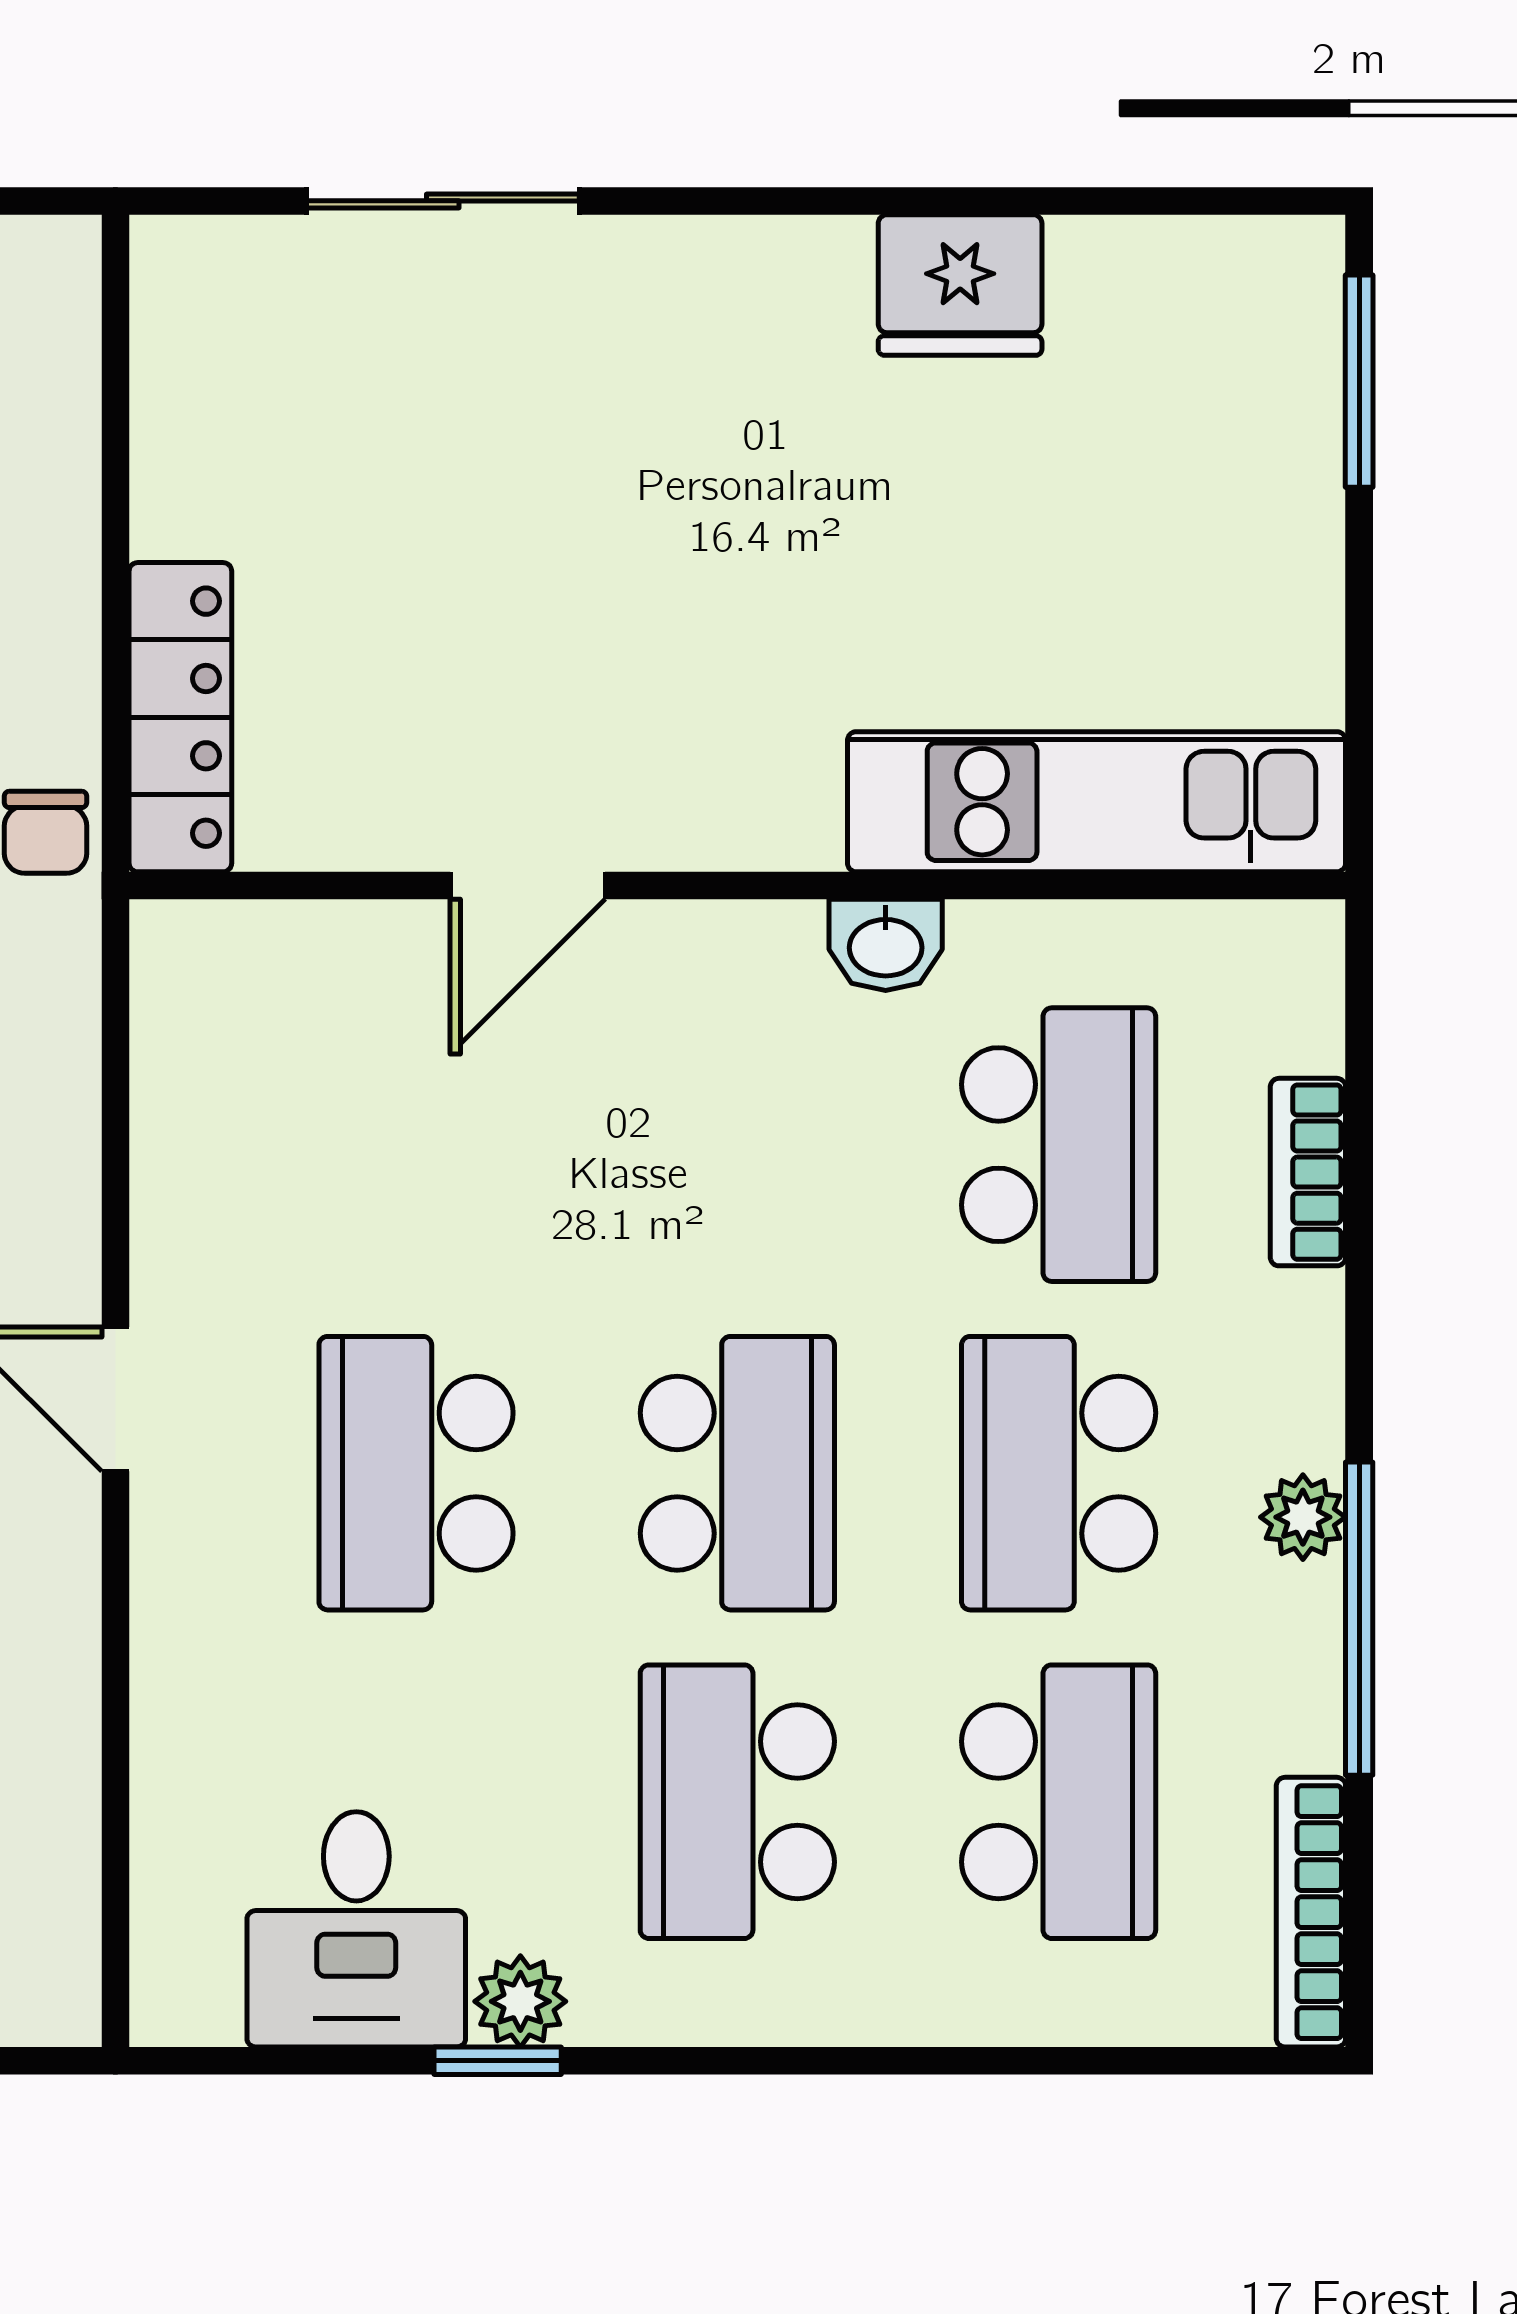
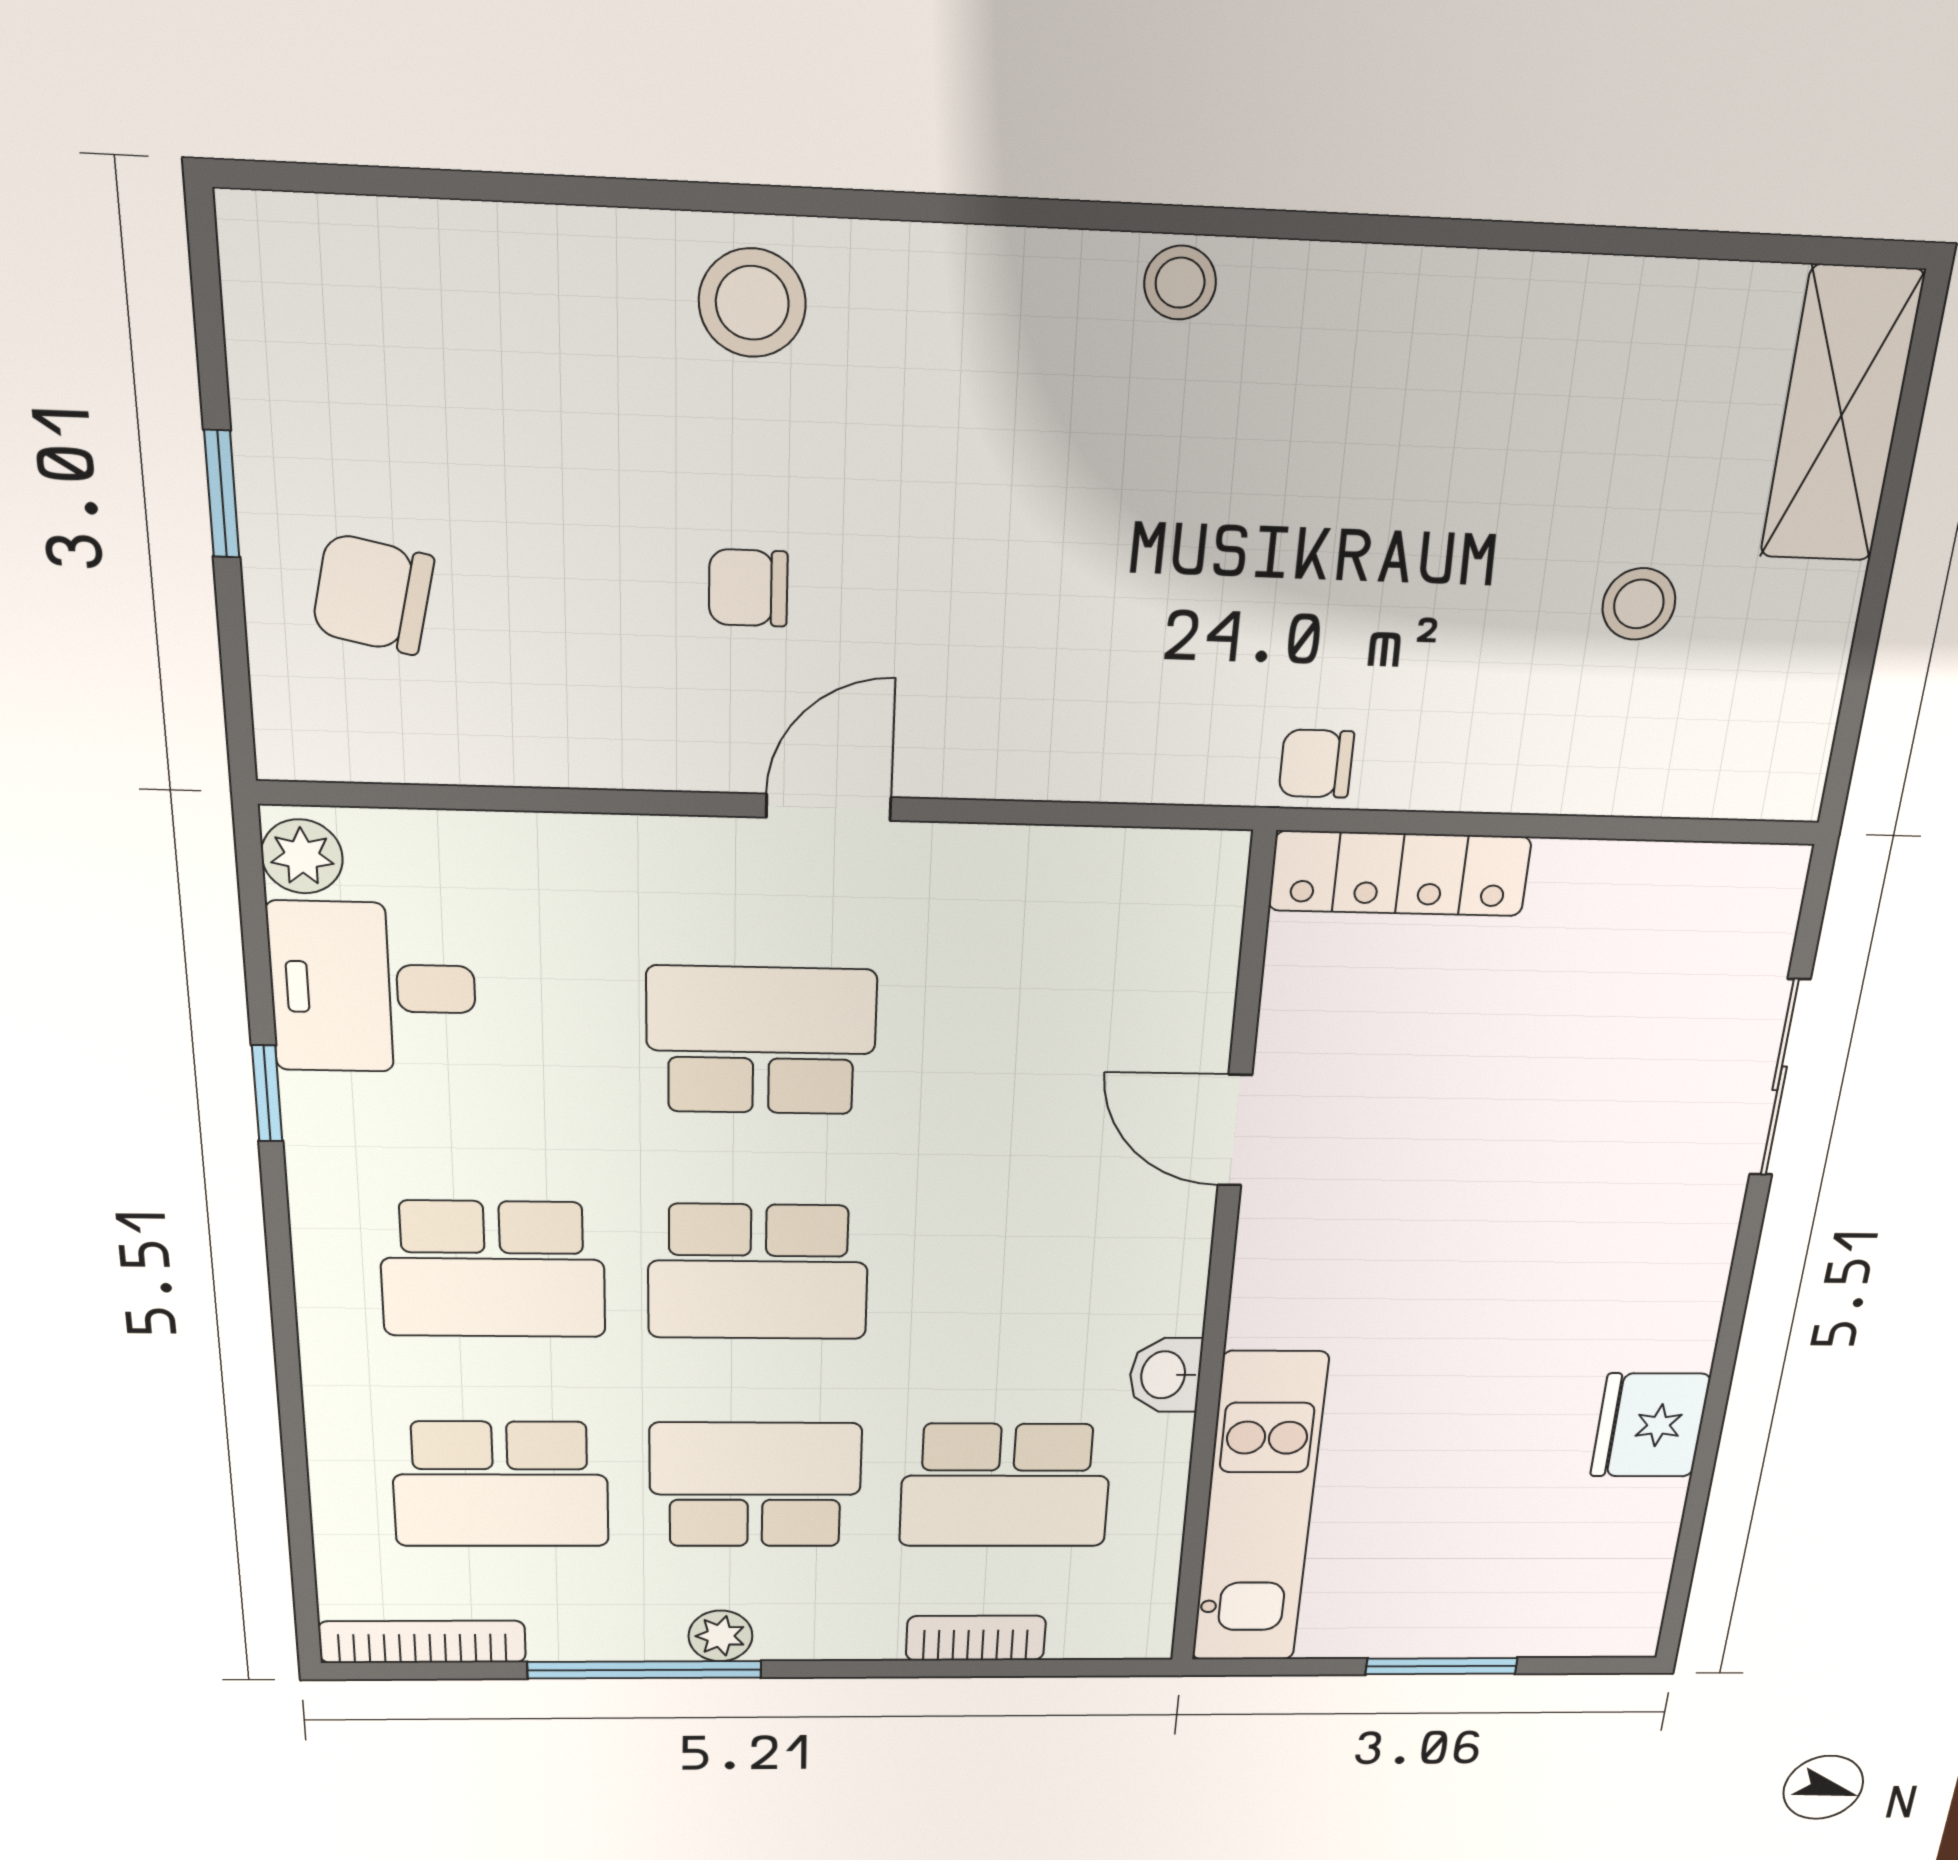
window: (1359, 381) -> (1441, 1666), moved
school desk: (737, 1802) -> (493, 1269), turned 180
plant: (520, 2001) -> (302, 856), moved

